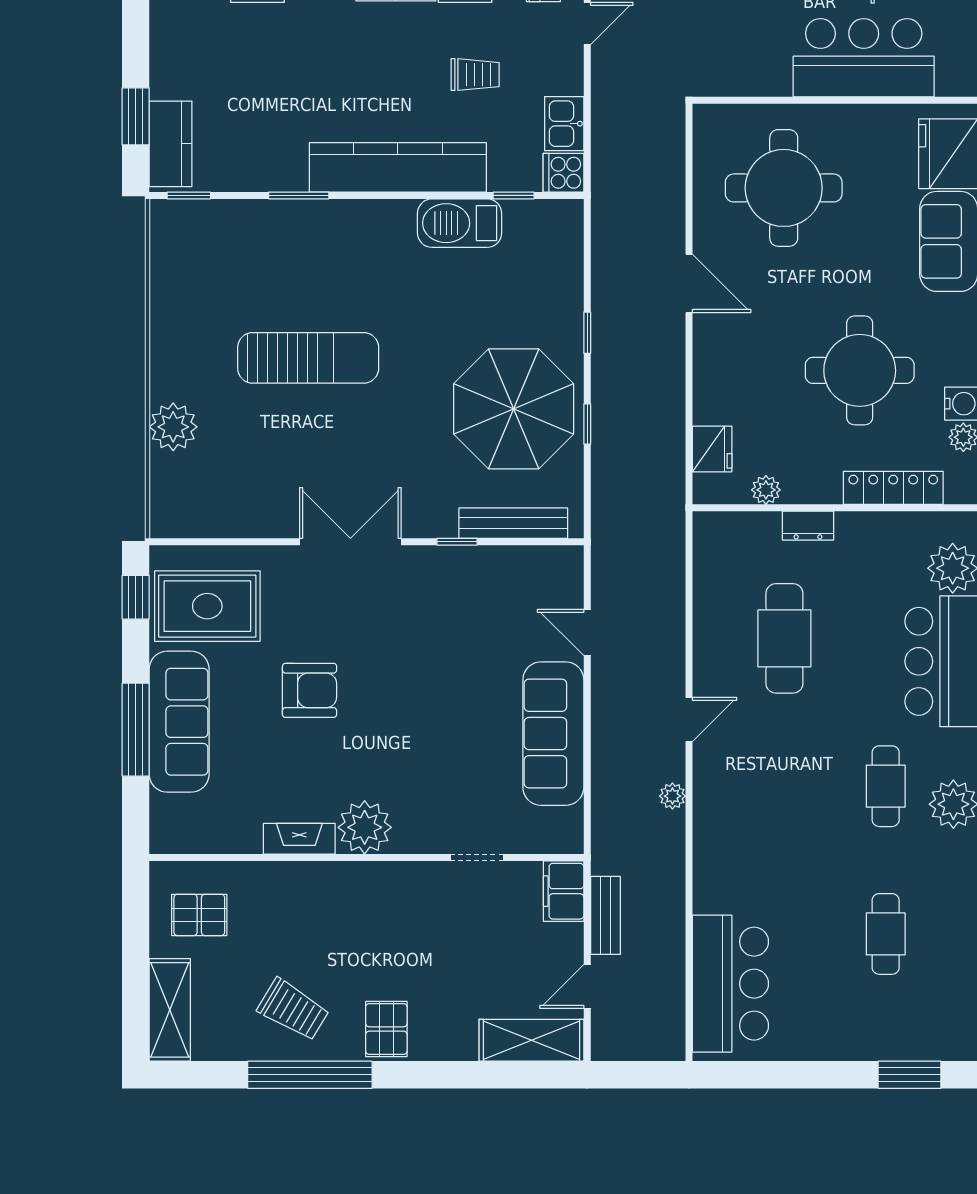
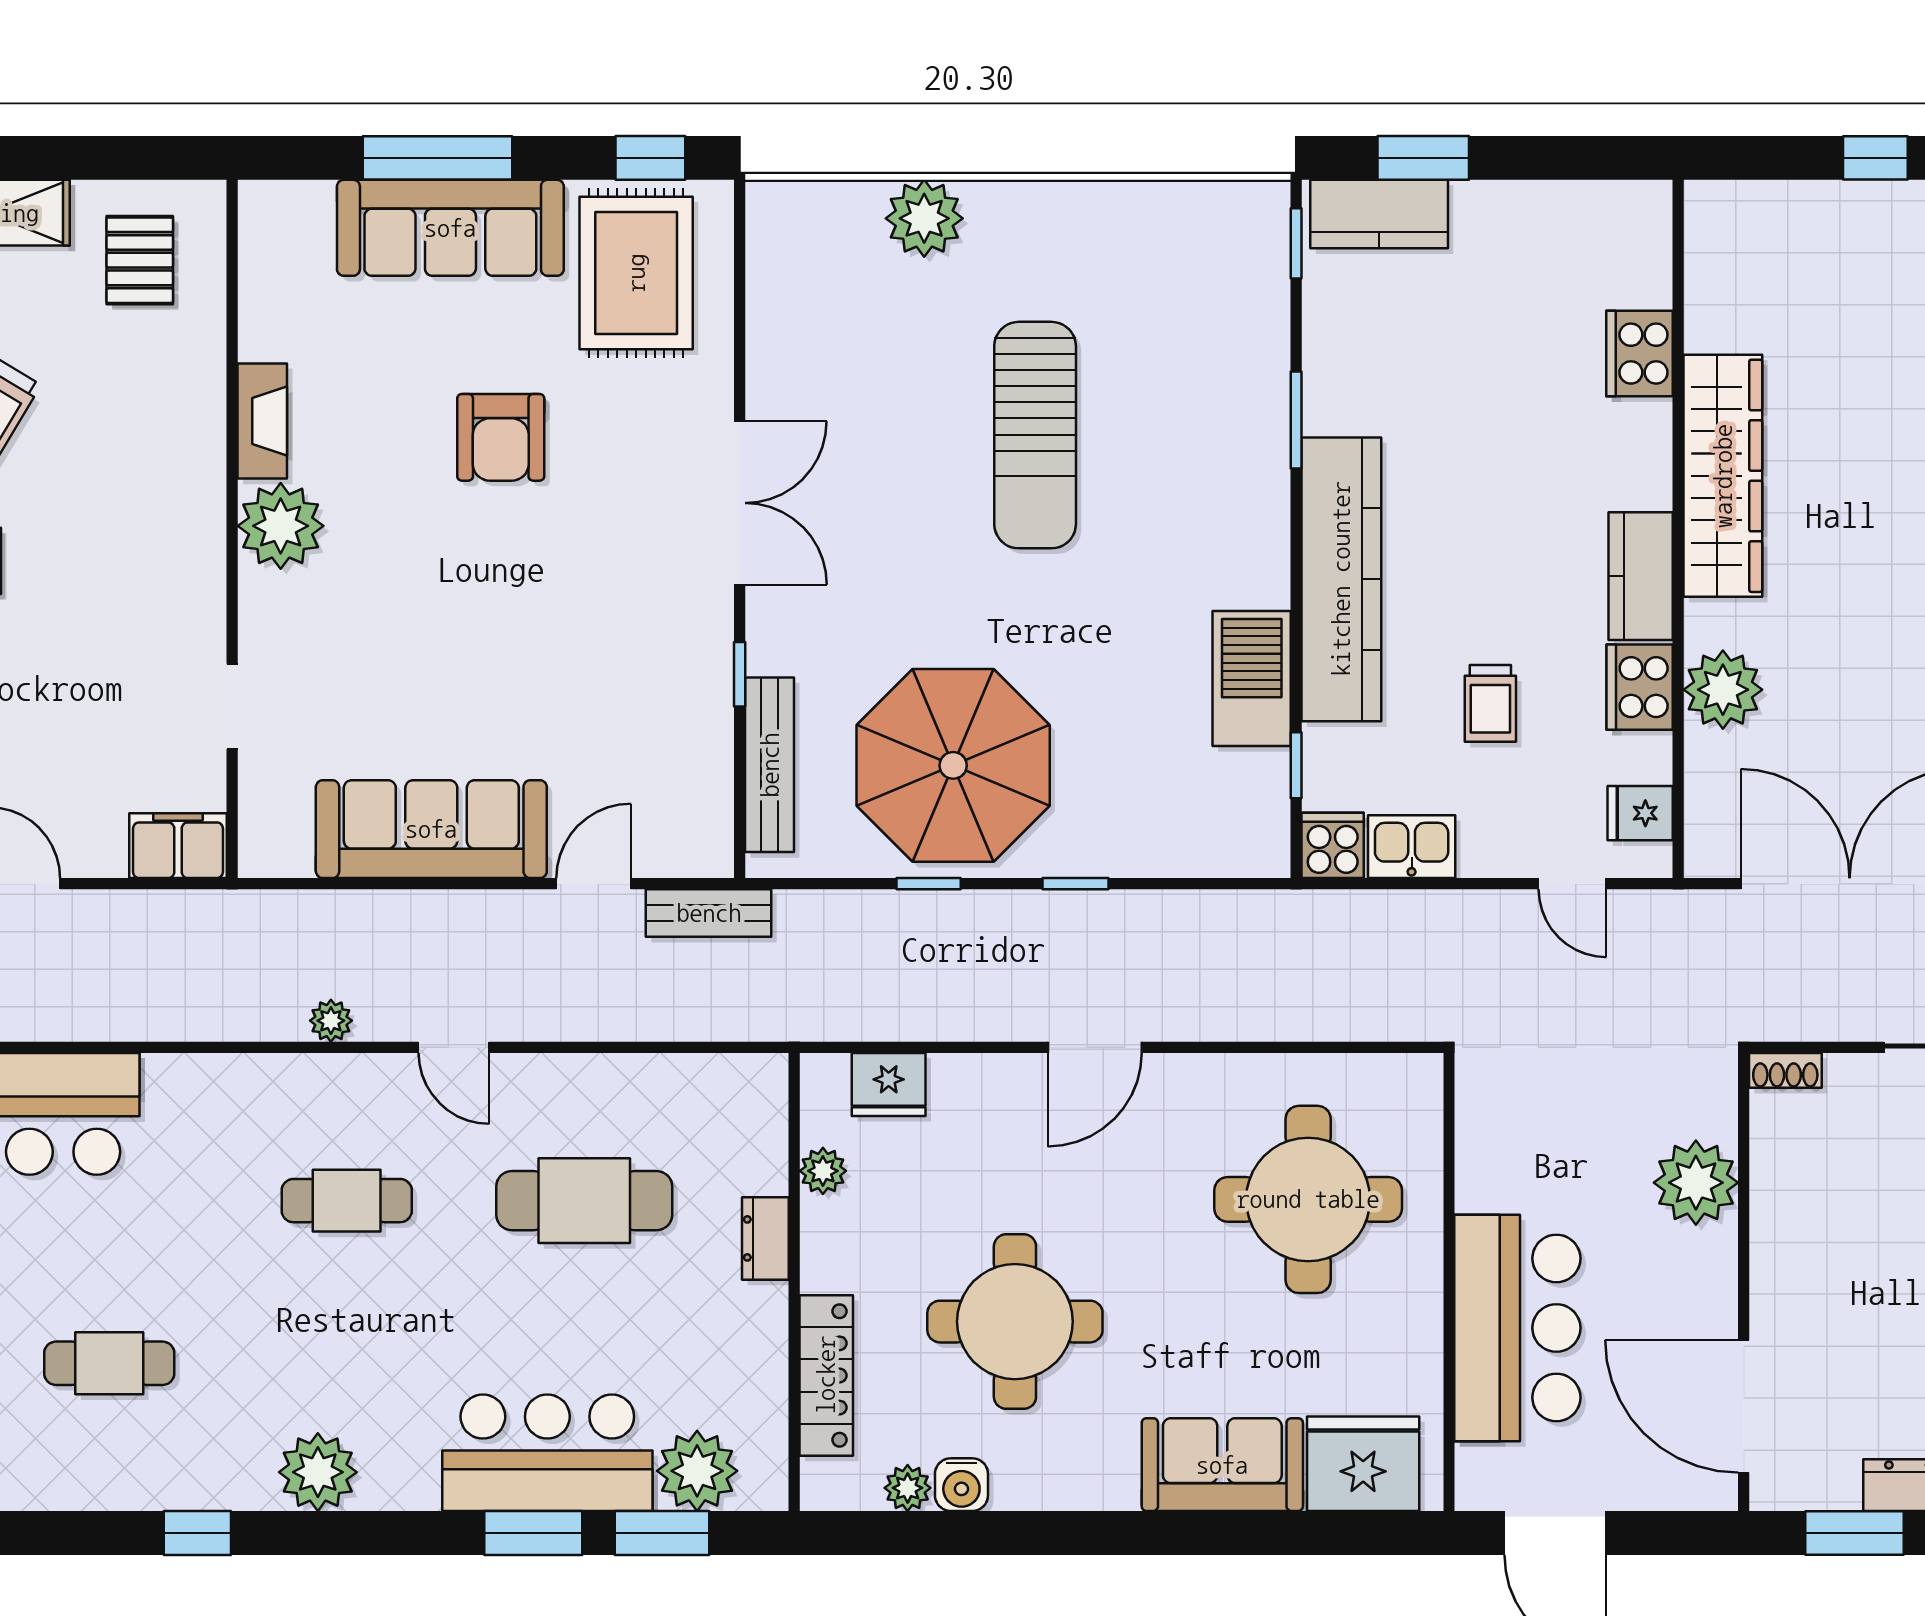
door: (689, 283) -> (1095, 1047), moved
cafe table: (886, 786) -> (347, 1201), moved
bench: (605, 915) -> (709, 913), moved

